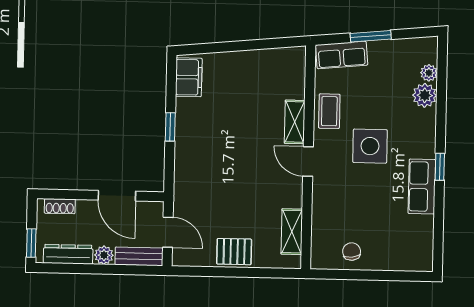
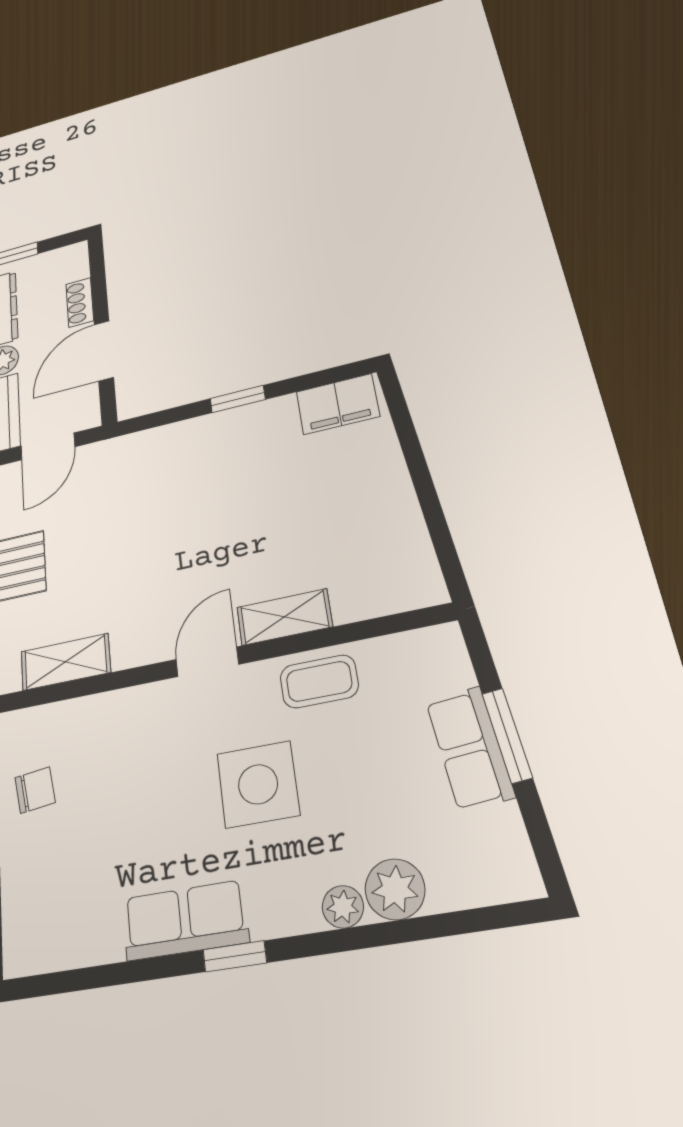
row of seats: (342, 55) -> (470, 748), moved
plant: (429, 73) -> (343, 907), moved
shoe rack: (60, 206) -> (80, 302), moved

